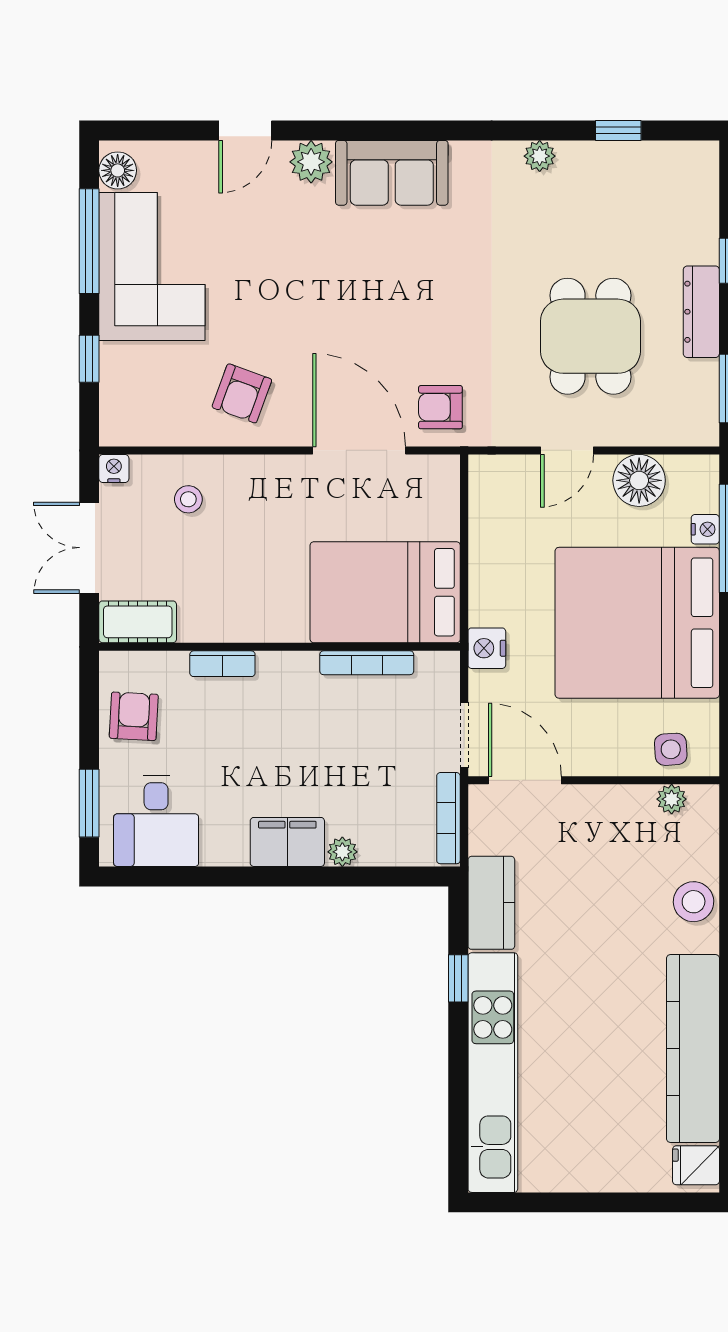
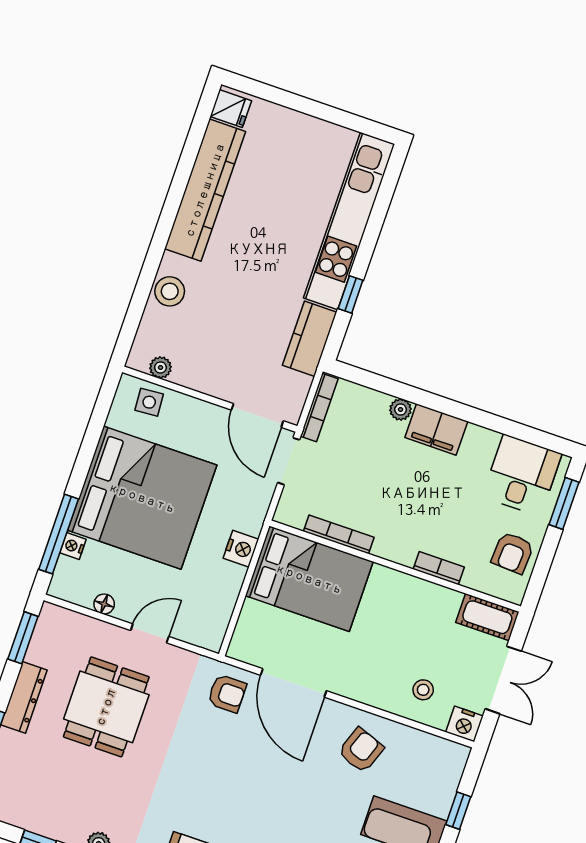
nightstand: (114, 468) -> (464, 724), width x1.39, depth x1.35
floor lamp: (639, 480) -> (104, 604), width x0.53, depth x0.53
nightstand: (487, 648) -> (241, 549), moved

